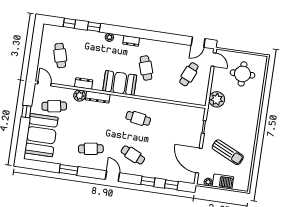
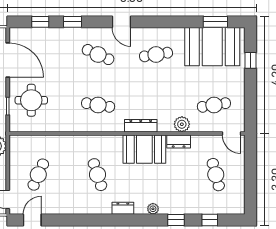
booth: (120, 83) -> (144, 149), moved
dresser: (98, 97) -> (141, 126), moved
window: (26, 112) -> (250, 60), moved
round table: (186, 129) -> (31, 100), added
booth: (41, 135) -> (212, 47), moved, turned 90
window: (69, 170) -> (215, 22), moved

